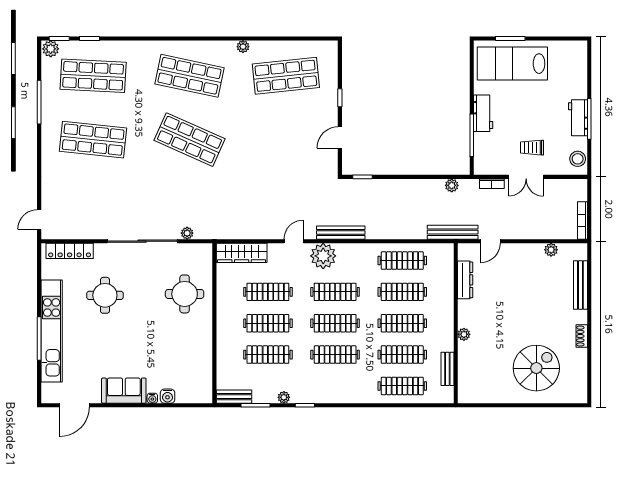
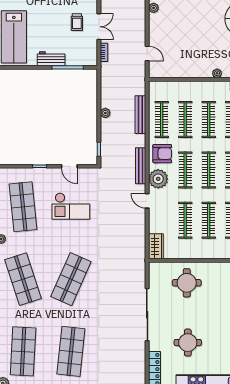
shop shelf: (189, 76) -> (23, 279), turned -30
checkout: (287, 140) -> (71, 206), added
plant: (452, 185) -> (105, 113), moved
bench: (453, 232) -> (140, 115), moved
plant: (187, 233) -> (141, 281), removed
wardrobe: (242, 253) -> (156, 246), width x0.67
armchair: (357, 261) -> (162, 154), added
dresser: (465, 280) -> (176, 72), removed

